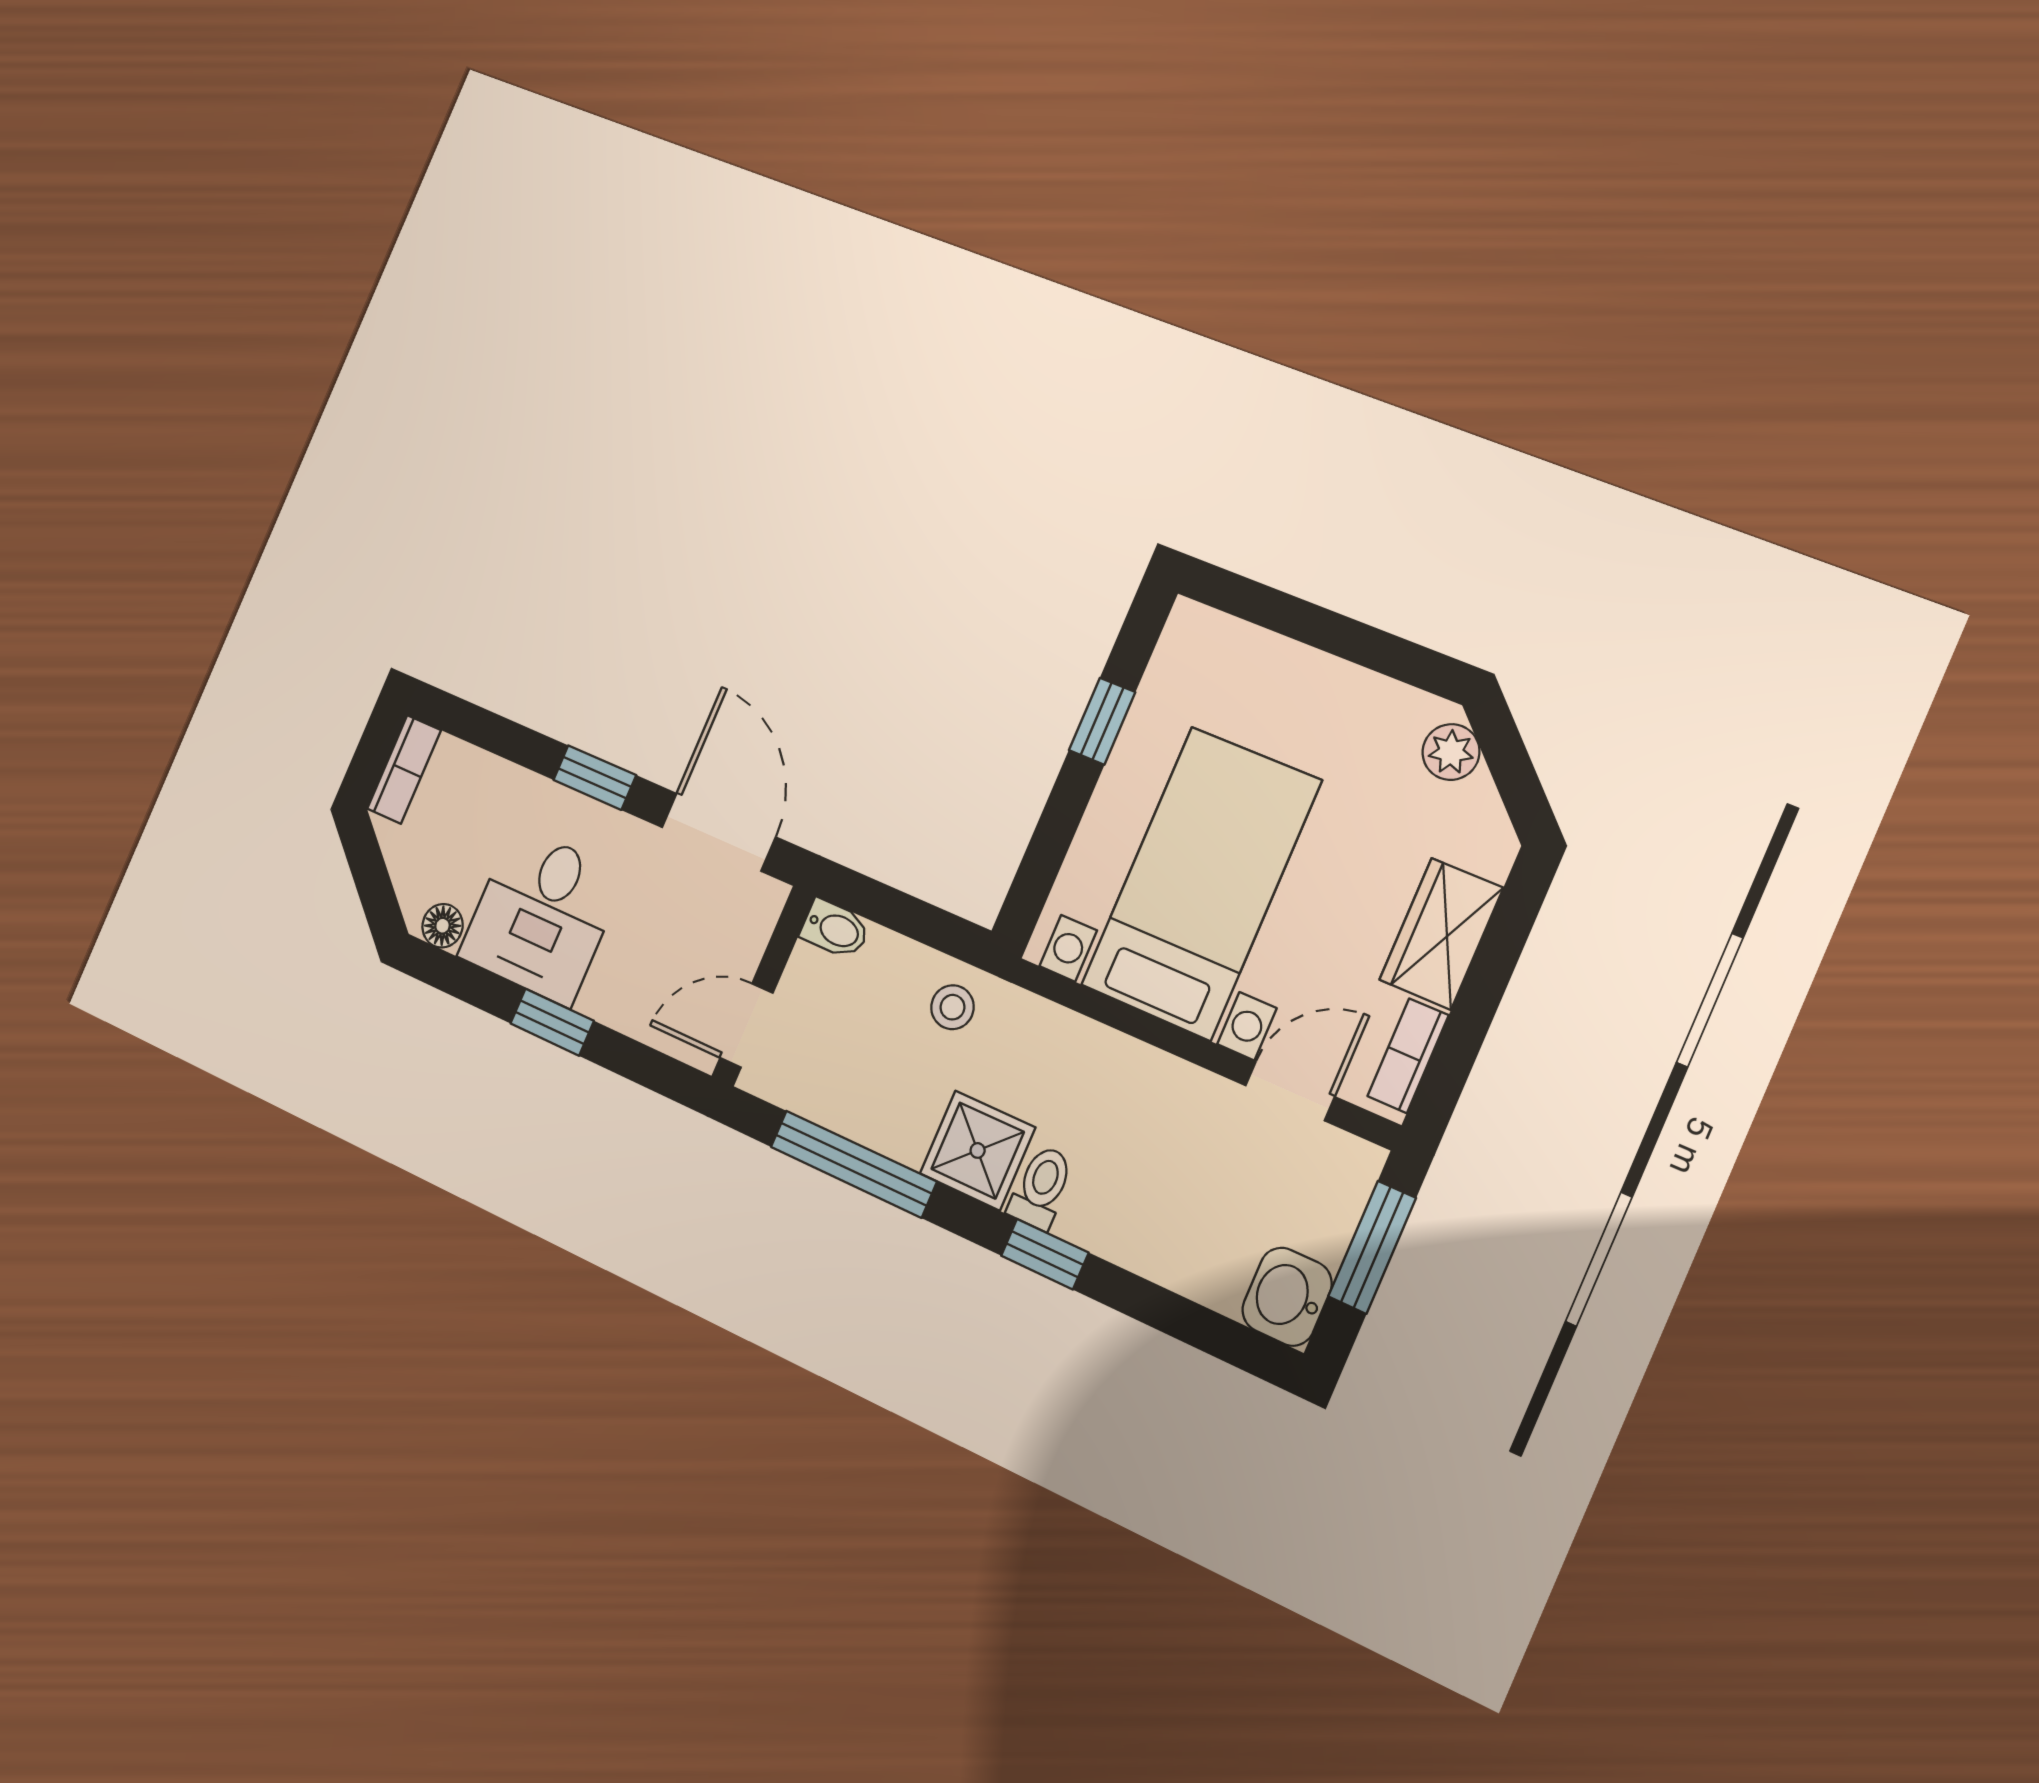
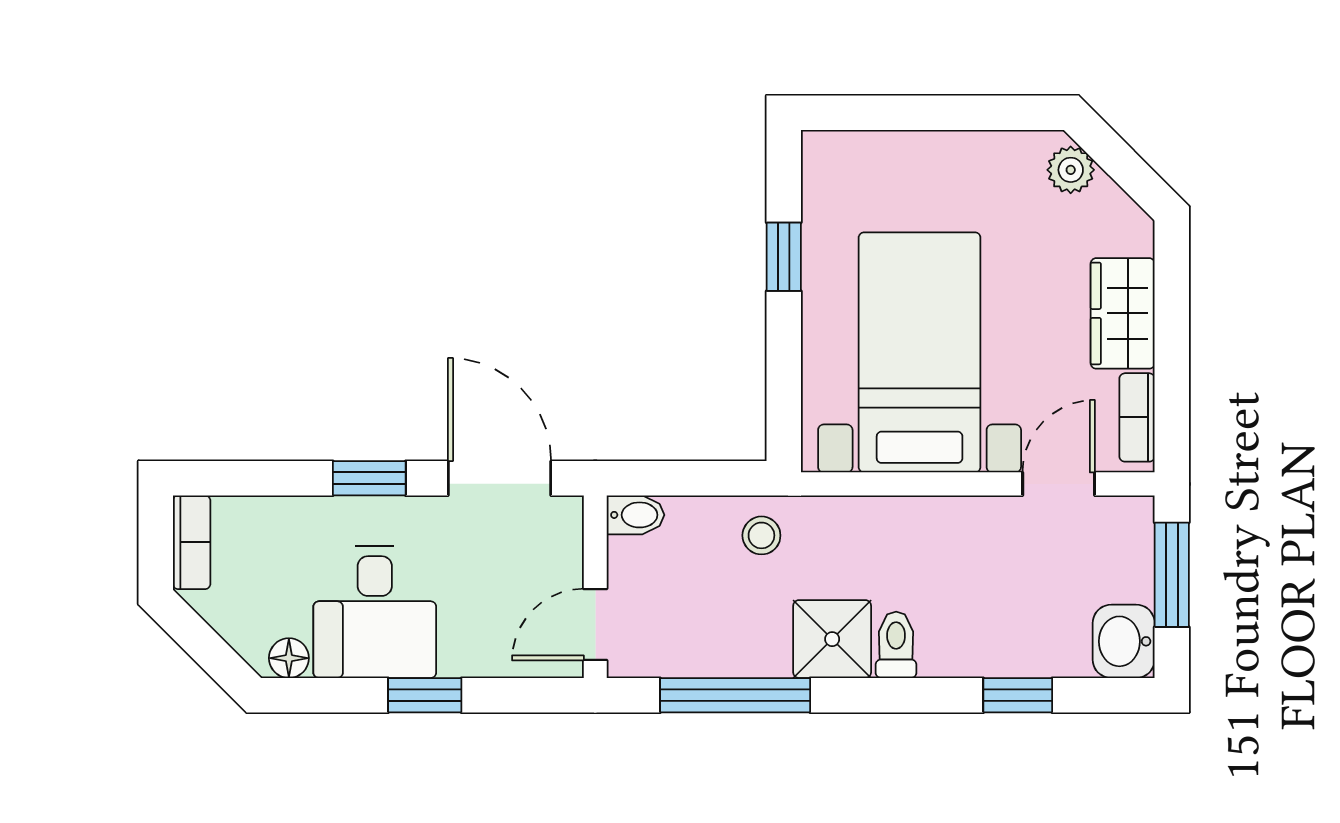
window: (1045, 1254) -> (1018, 695), moved

